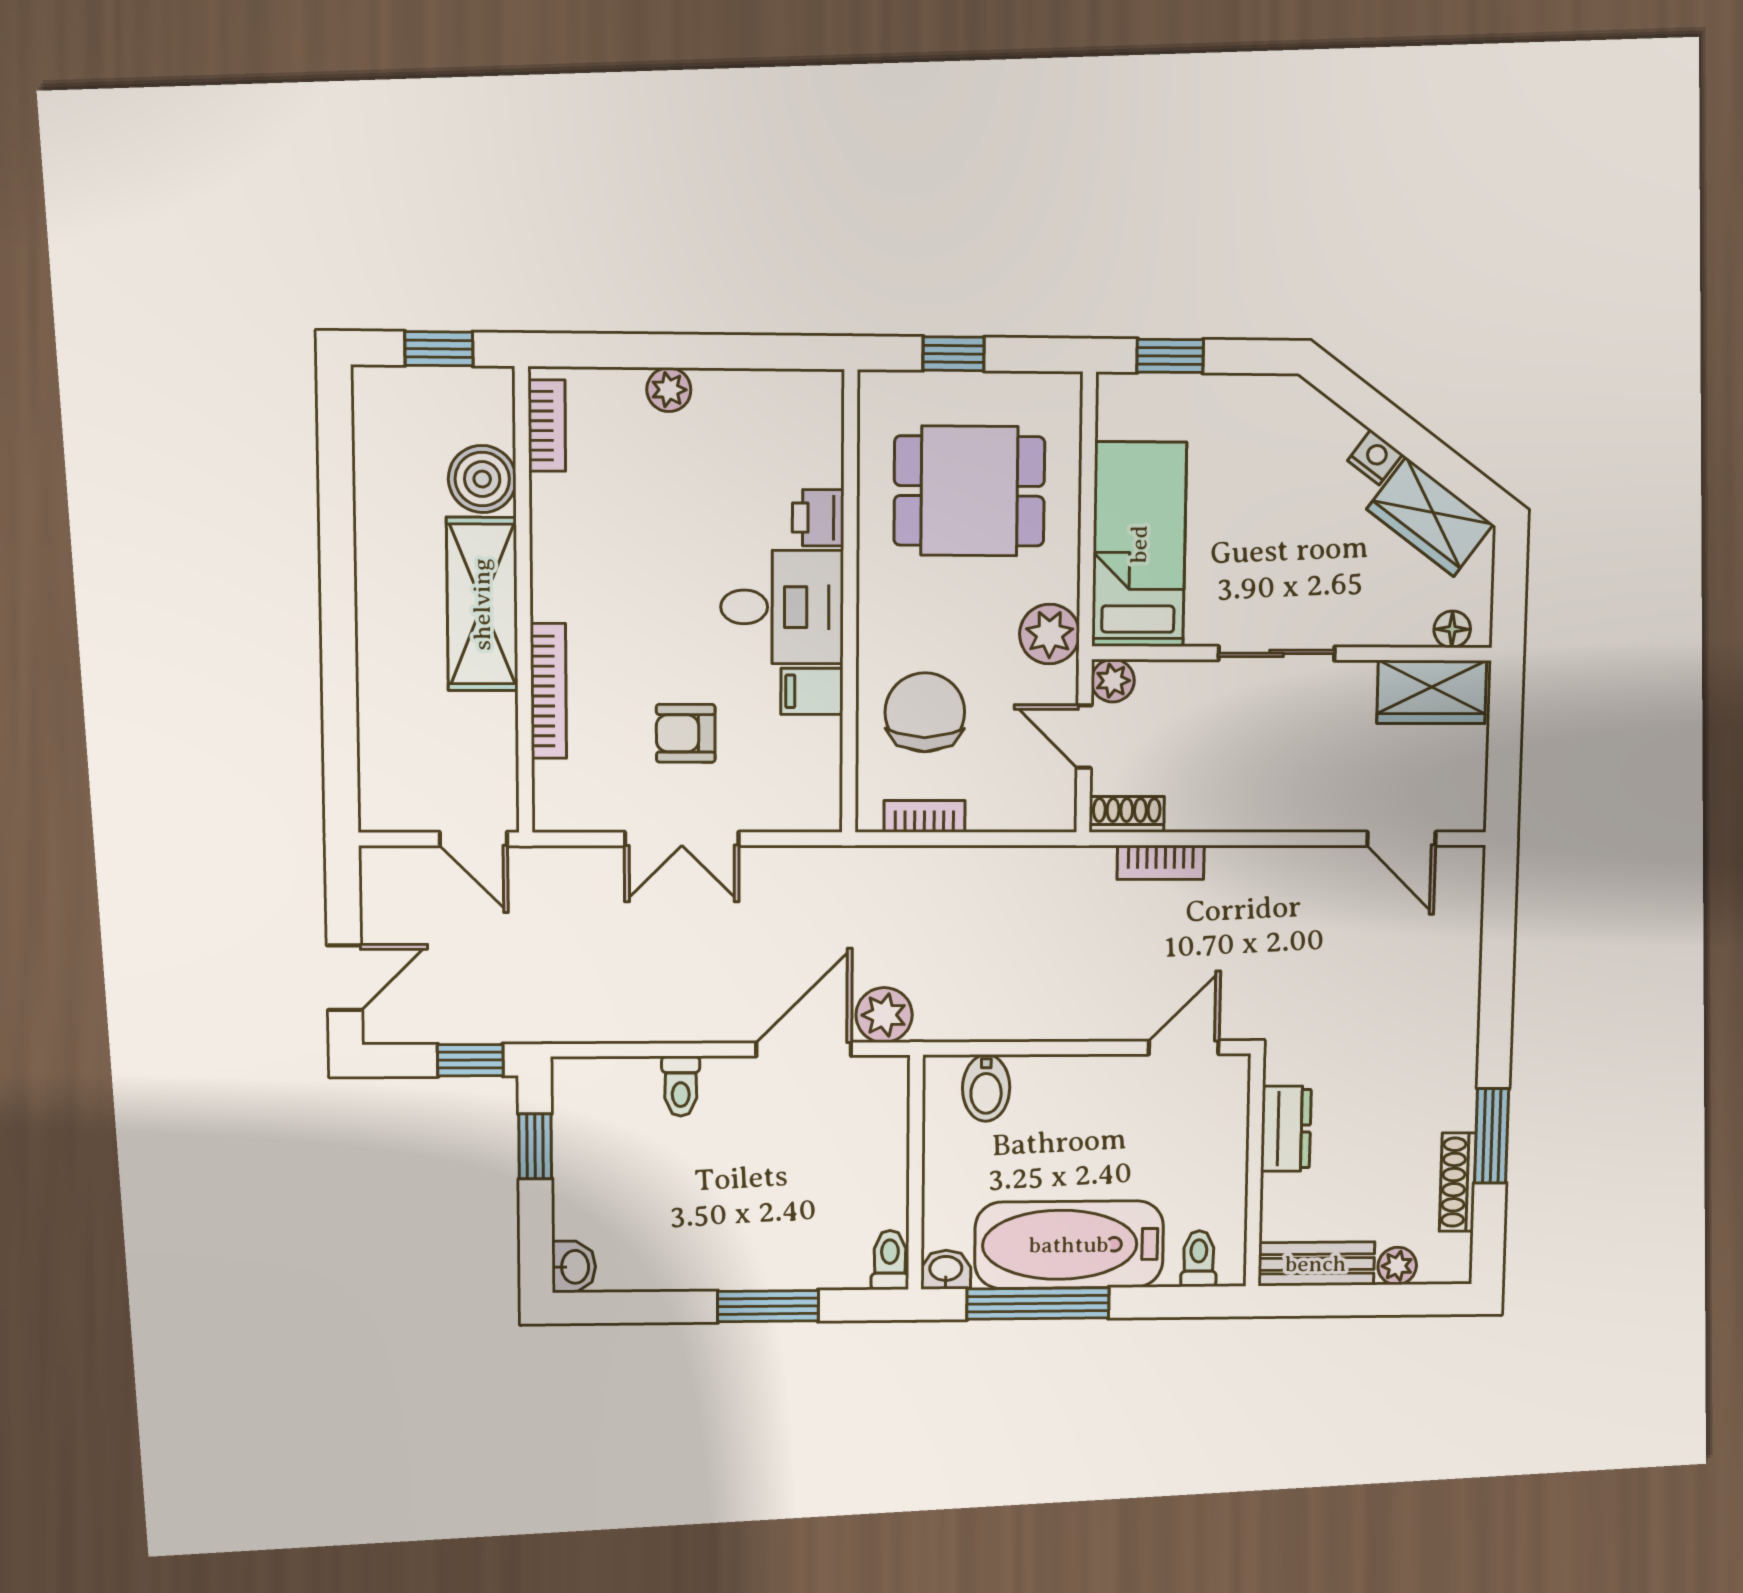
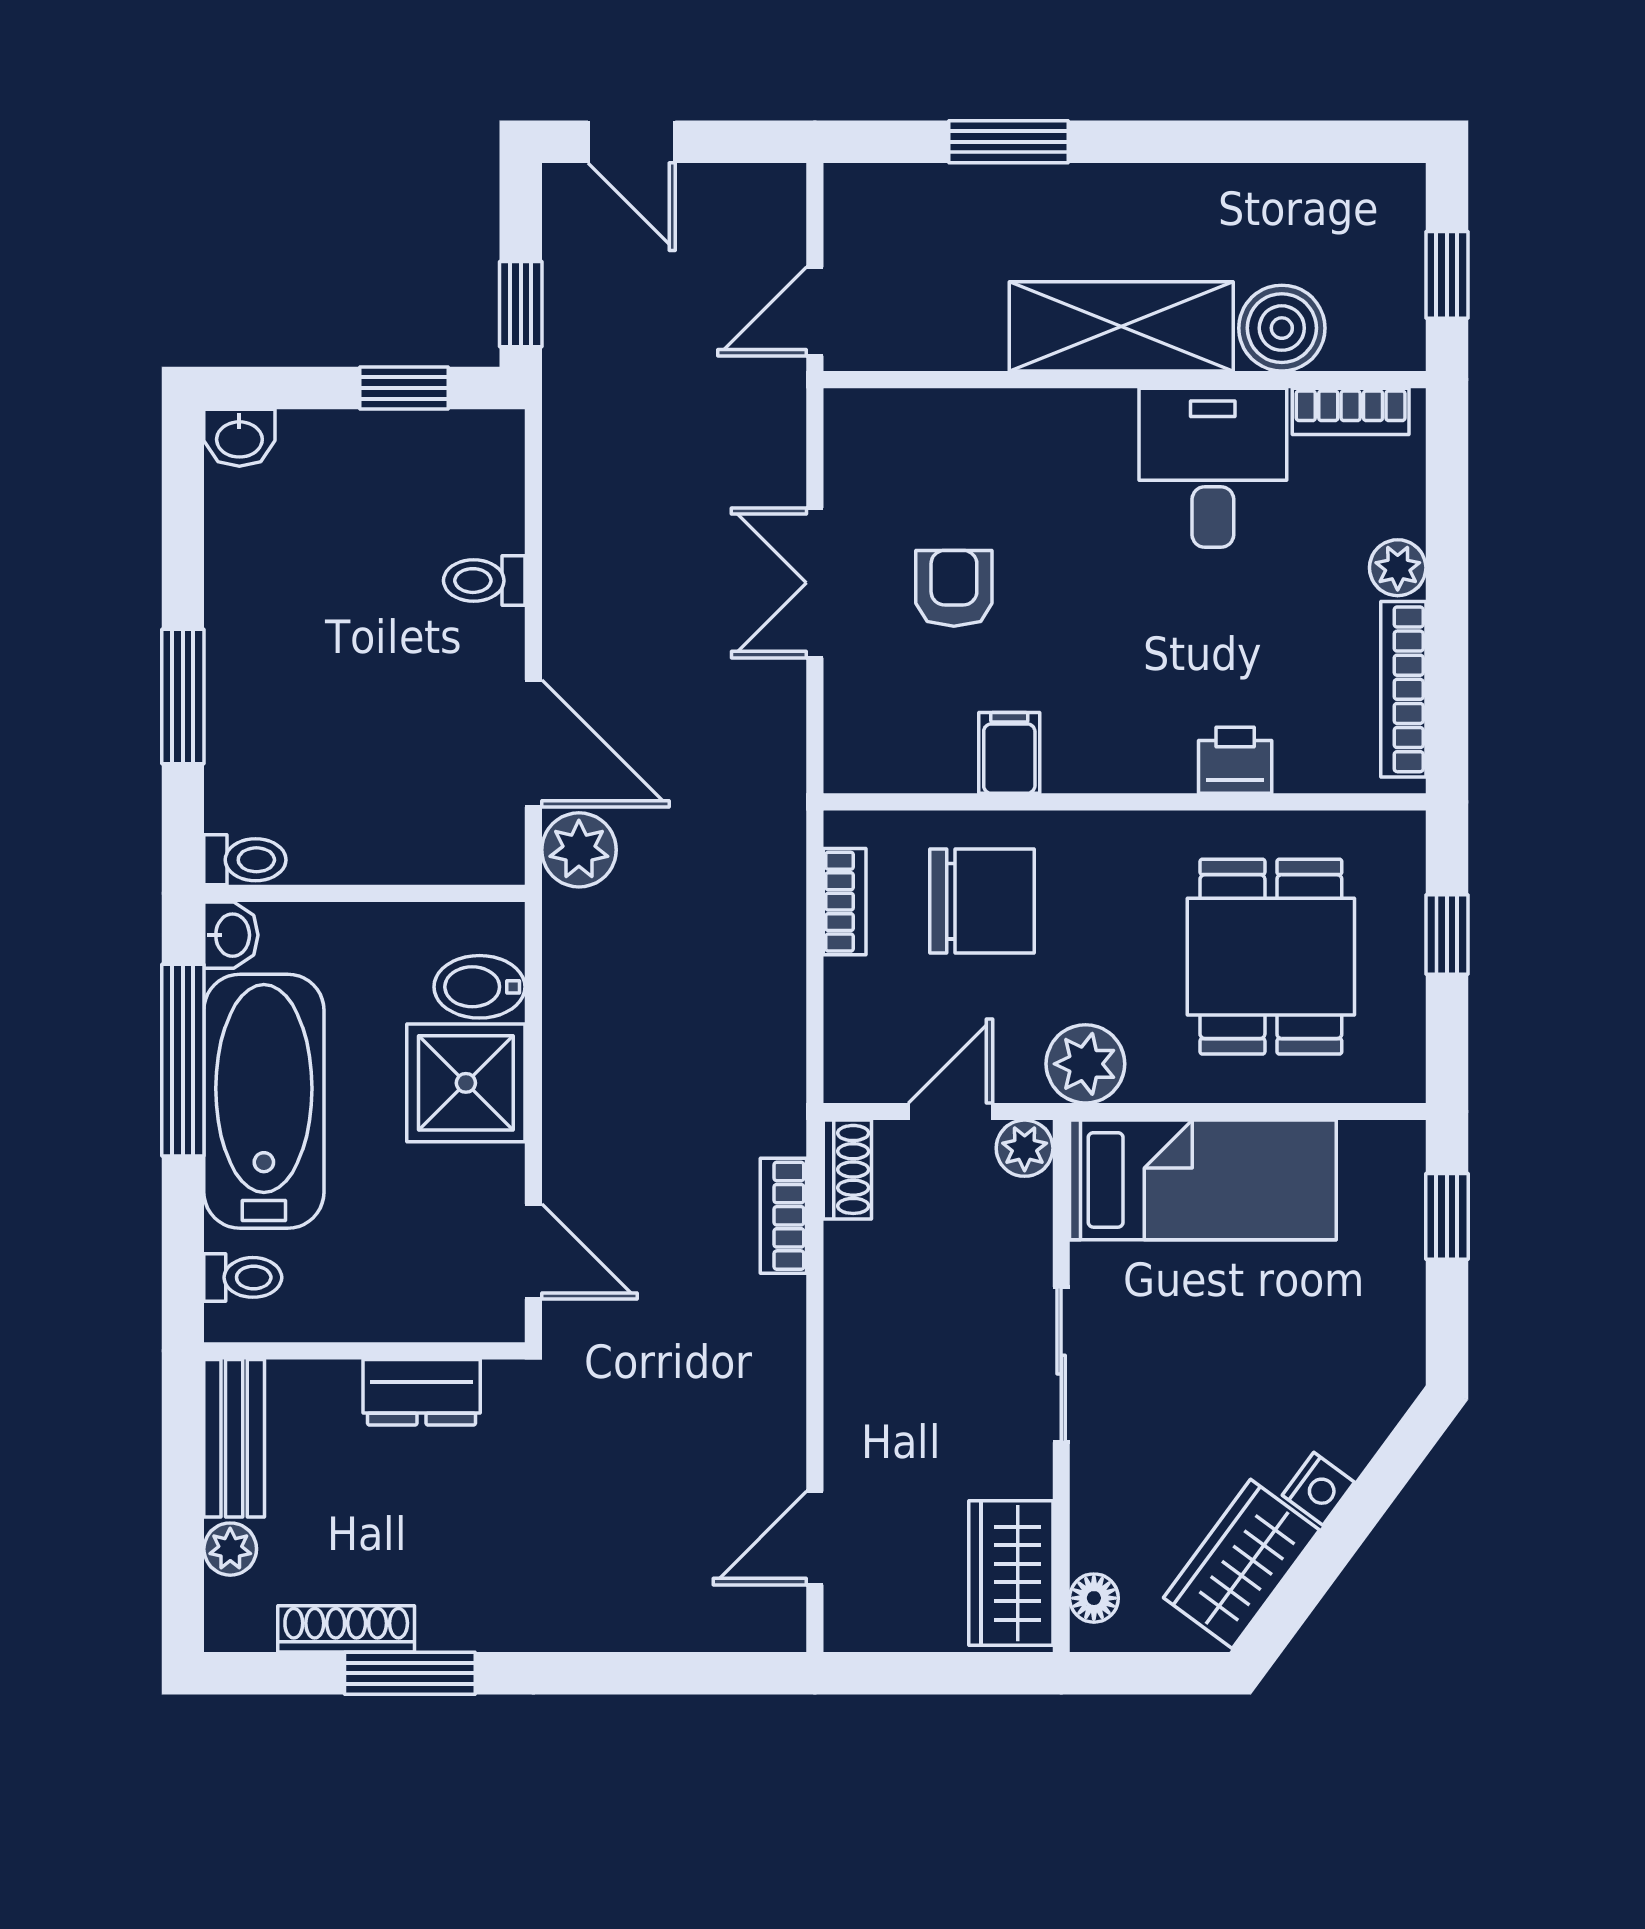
desk: (782, 607) -> (1213, 468), moved, turned 180
window: (340, 691) -> (1008, 142), added
bookcase: (548, 691) -> (1403, 689), moved, turned 90
shower: (1058, 1098) -> (466, 1083), added

